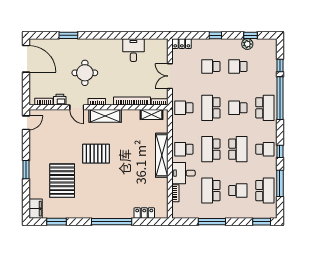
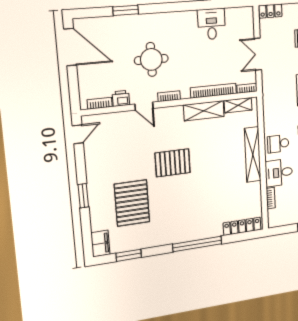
school desk: (184, 108) -> (276, 93), removed
shelving: (105, 116) -> (204, 111), moved
locker: (144, 213) -> (242, 226), width x1.53

